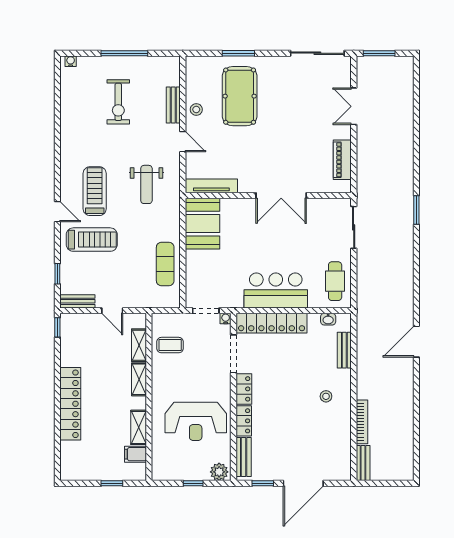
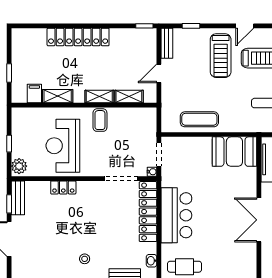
coffee table: (170, 345) -> (100, 120), moved
locker: (244, 389) -> (91, 188), removed
bench: (244, 457) -> (18, 198), moved, turned 90

